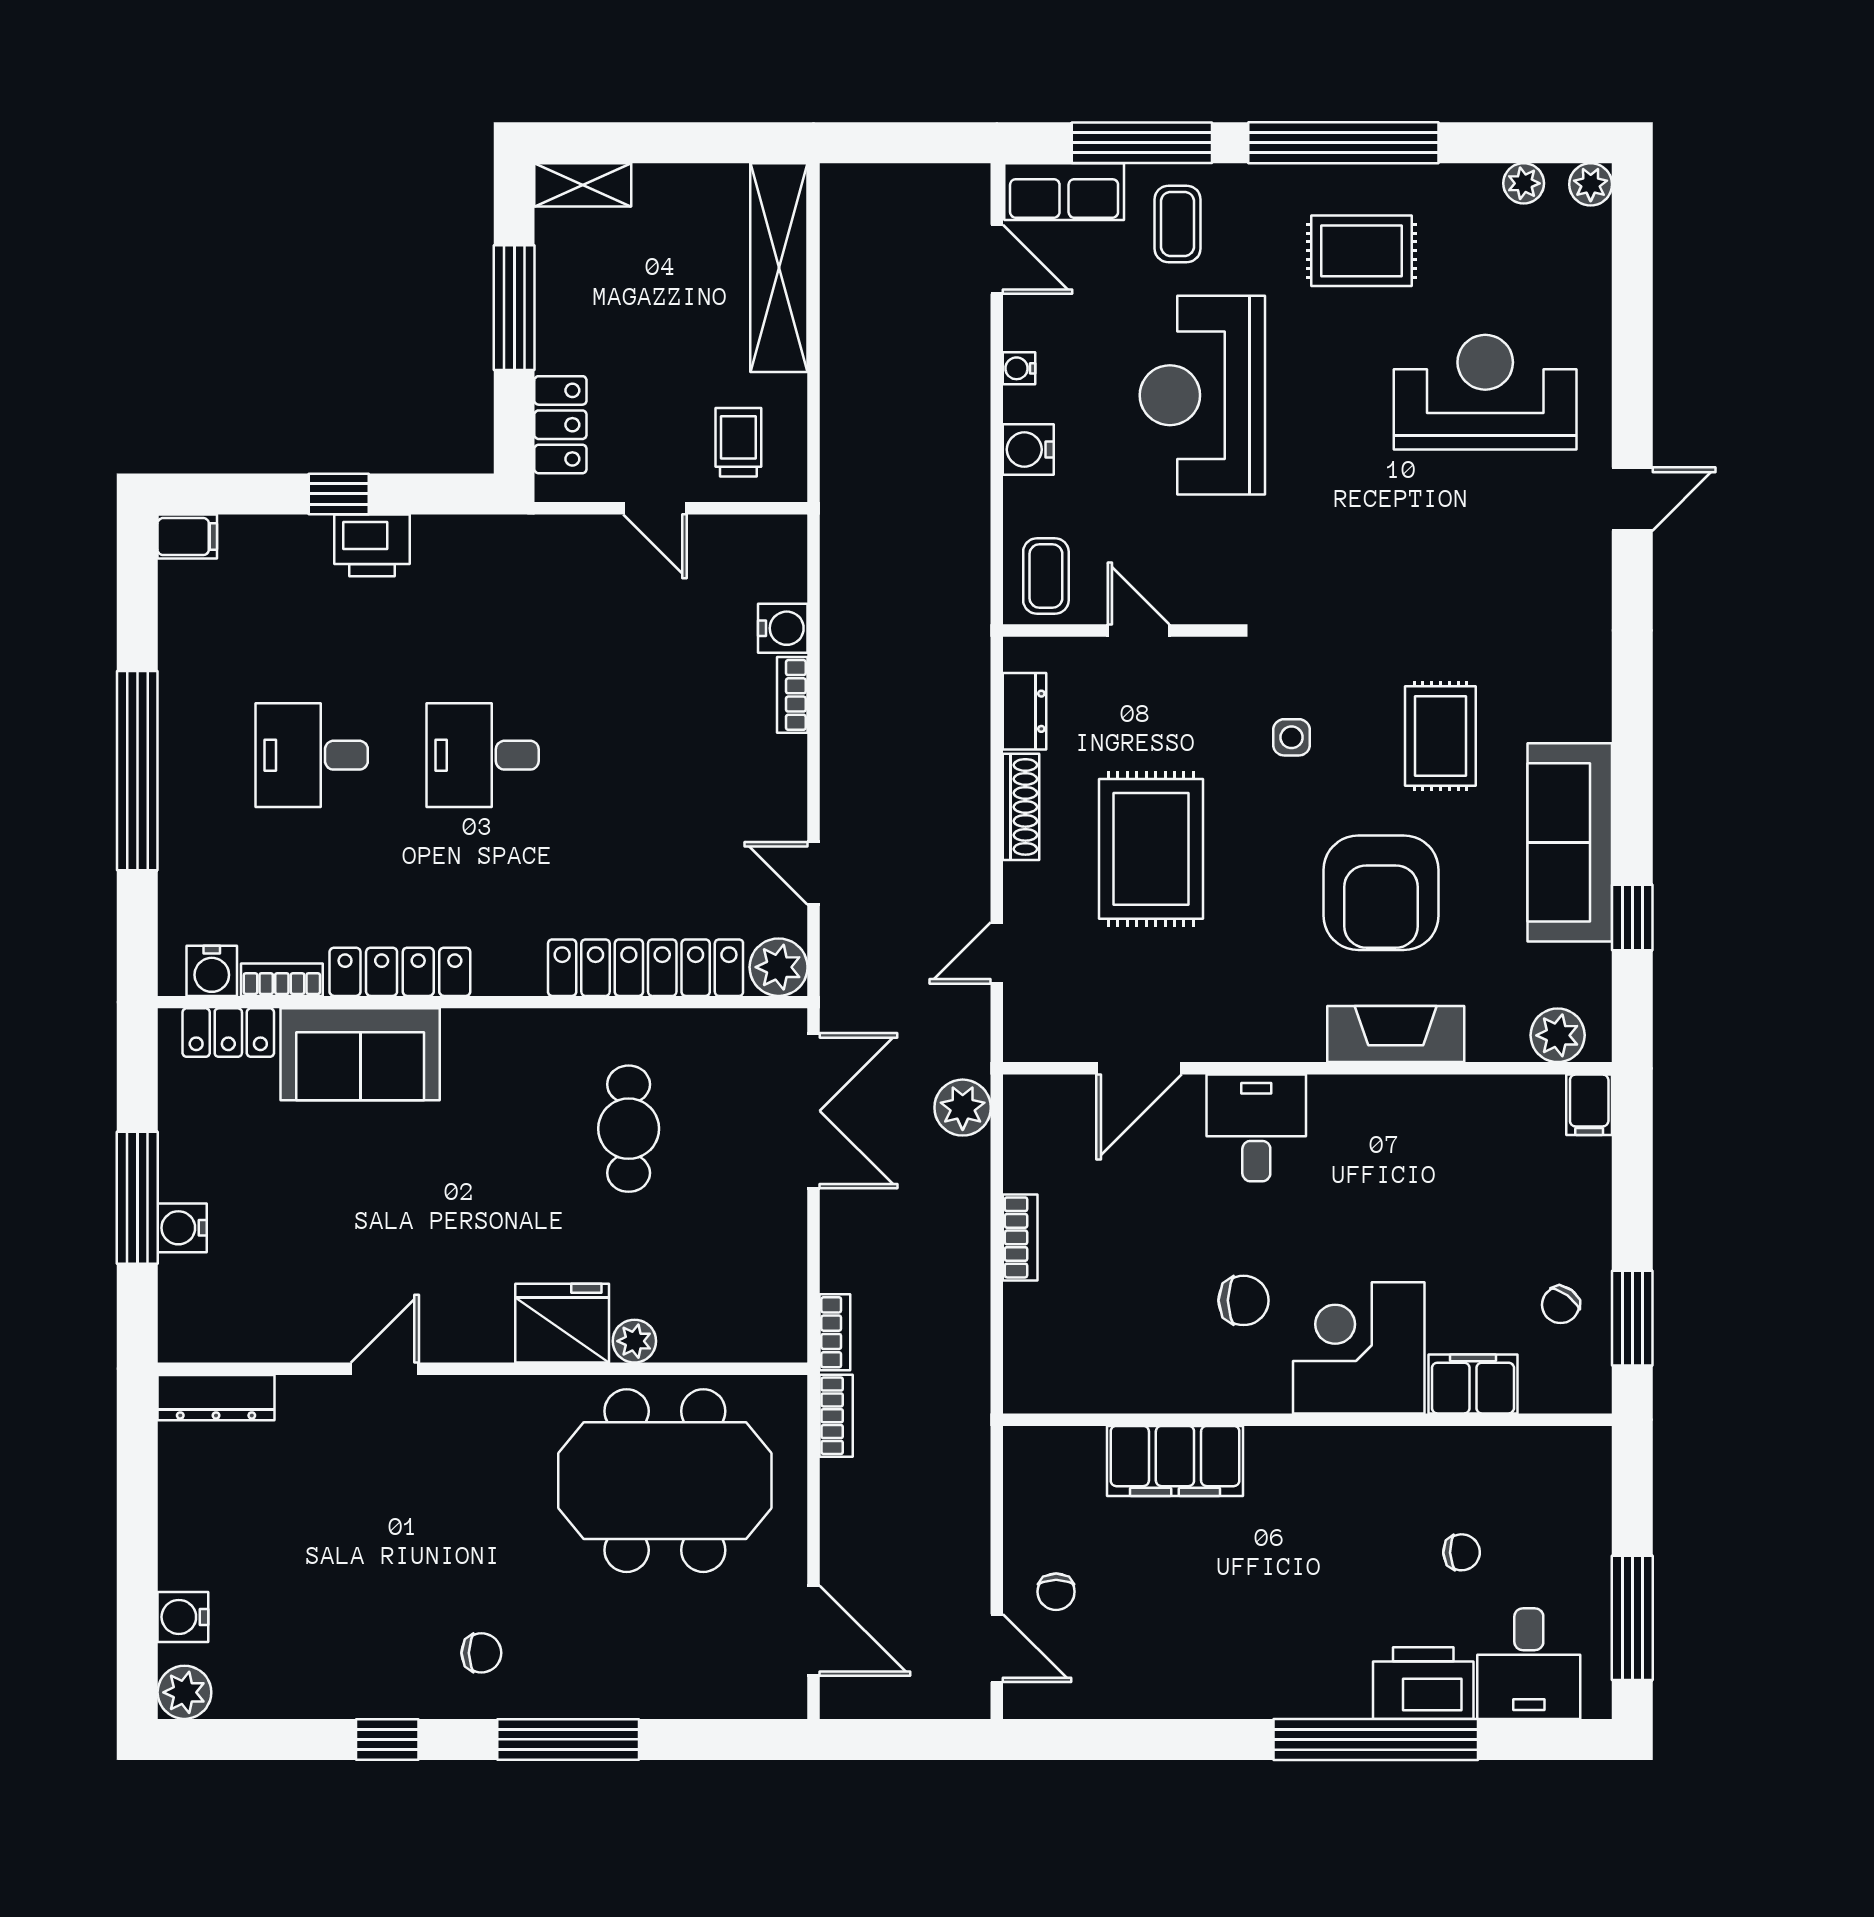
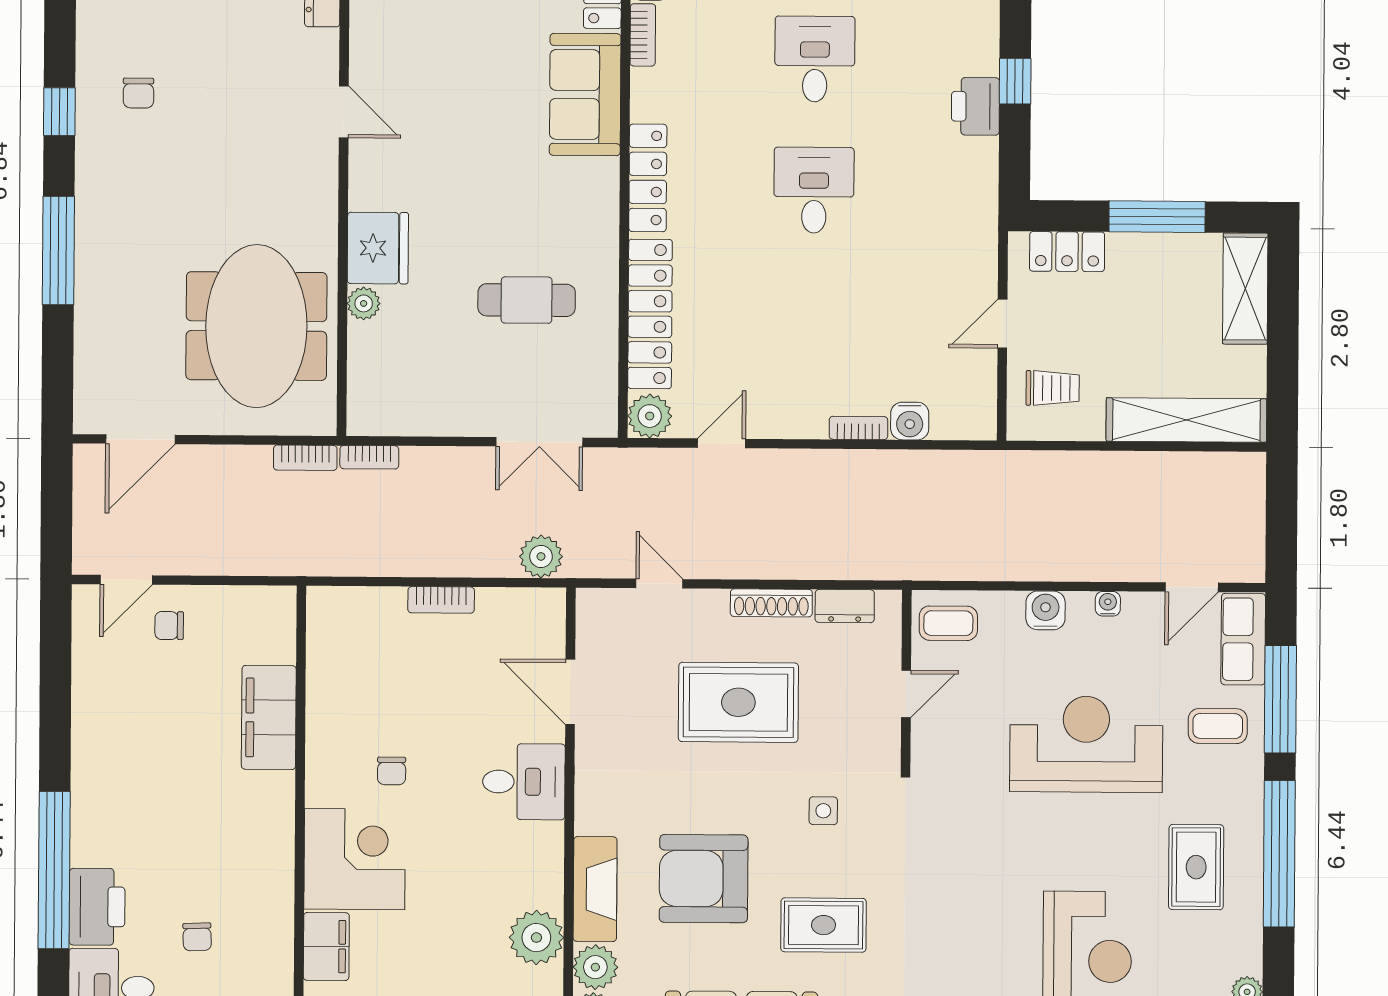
shelving: (583, 185) -> (1245, 289), width x1.50, depth x1.33
locker: (400, 972) -> (648, 178), moved
plant: (1497, 1033) -> (595, 967), added
plant: (1459, 1110) -> (536, 938), added
double door: (814, 1111) -> (539, 442), width x0.73
chair: (1244, 1300) -> (392, 771), width x0.73, depth x0.73
chair: (481, 1653) -> (138, 93), moved

